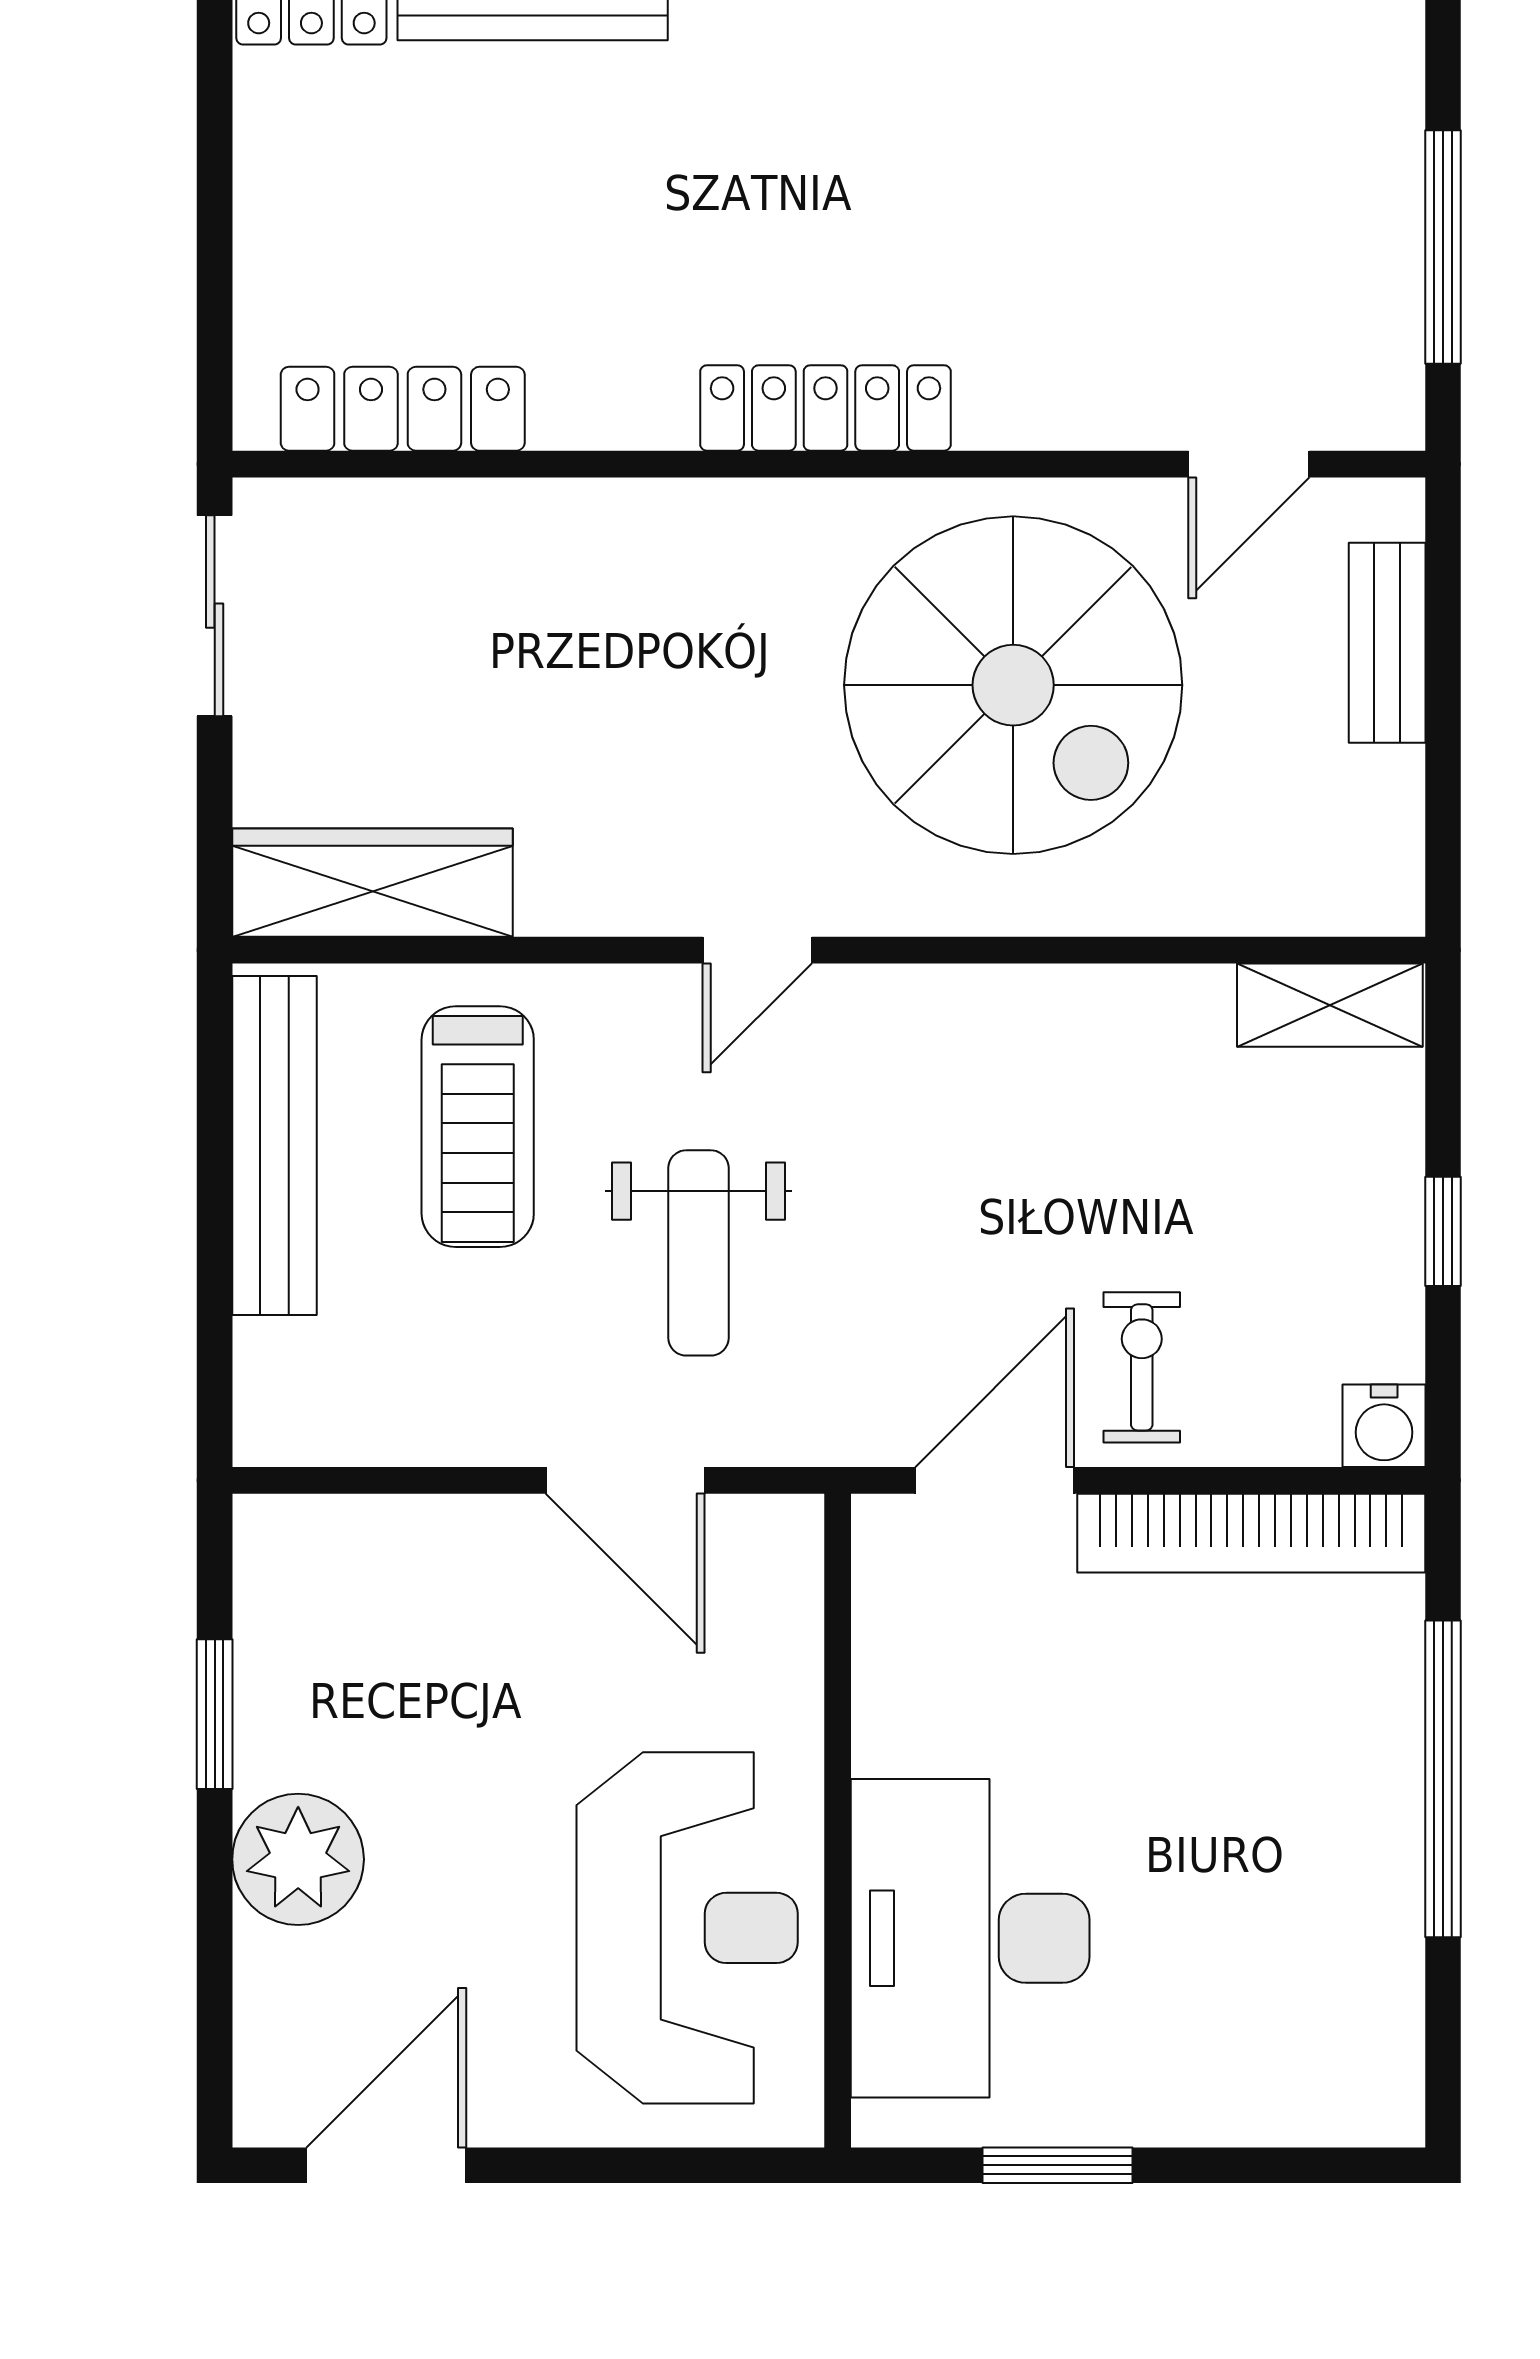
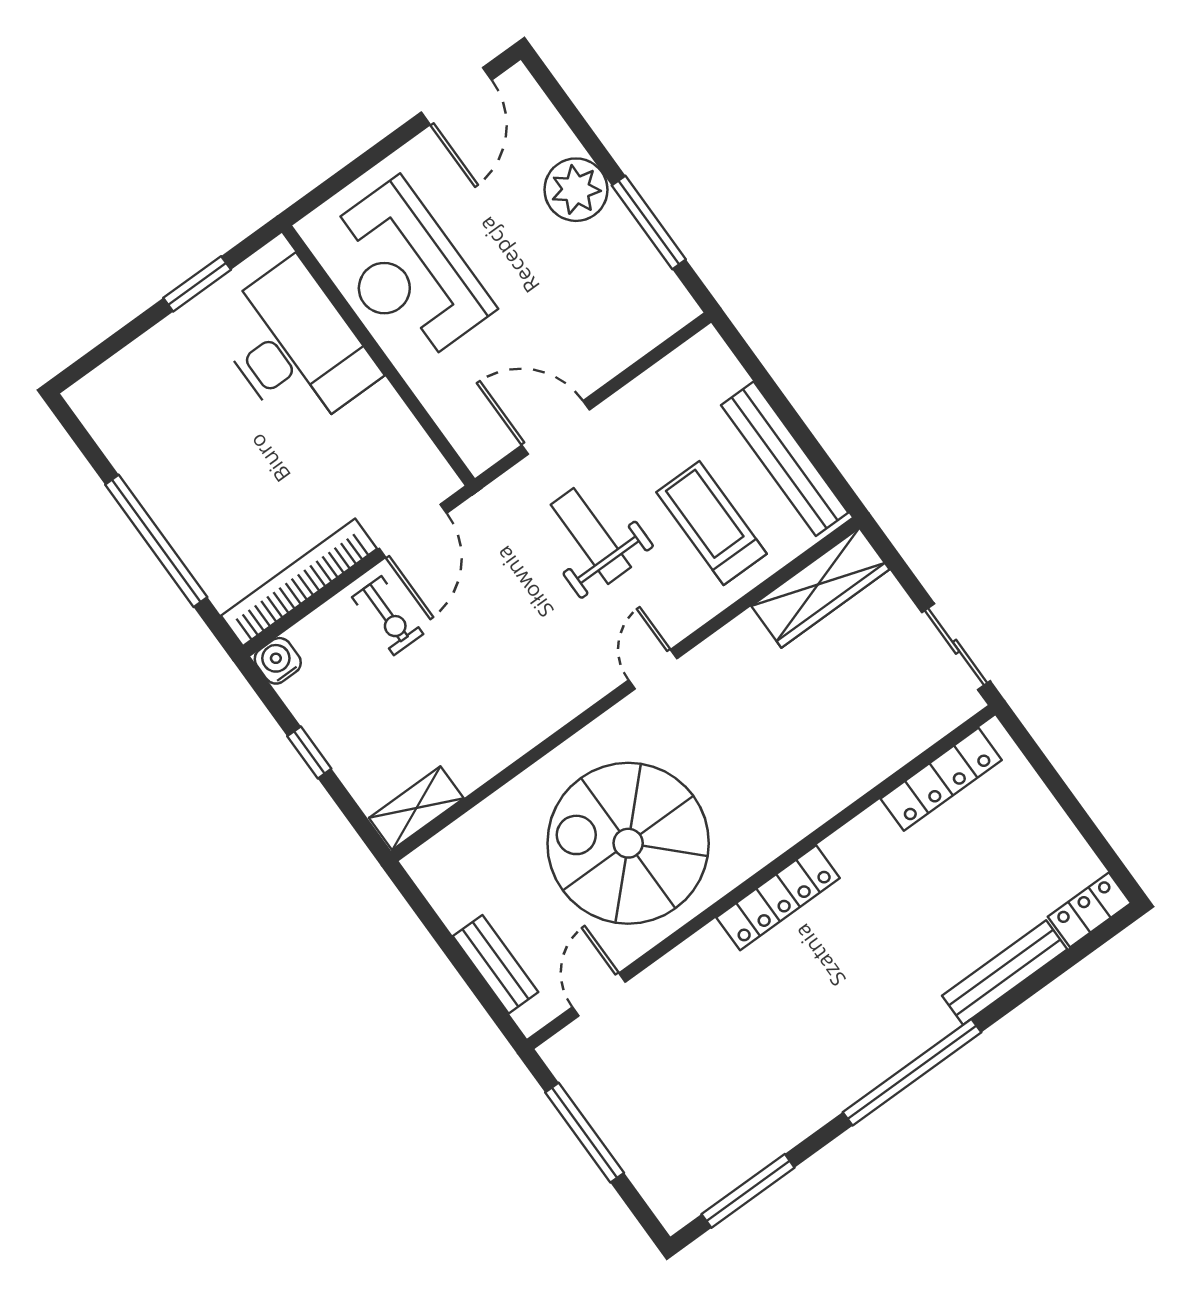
window: (215, 1714) -> (649, 222), width x1.44

